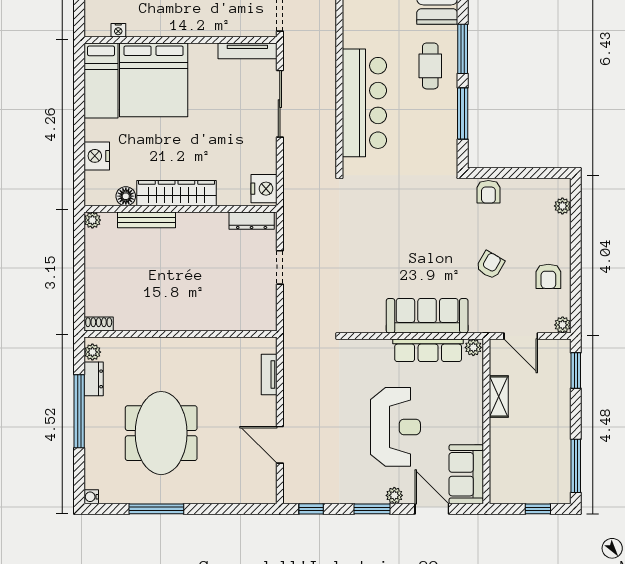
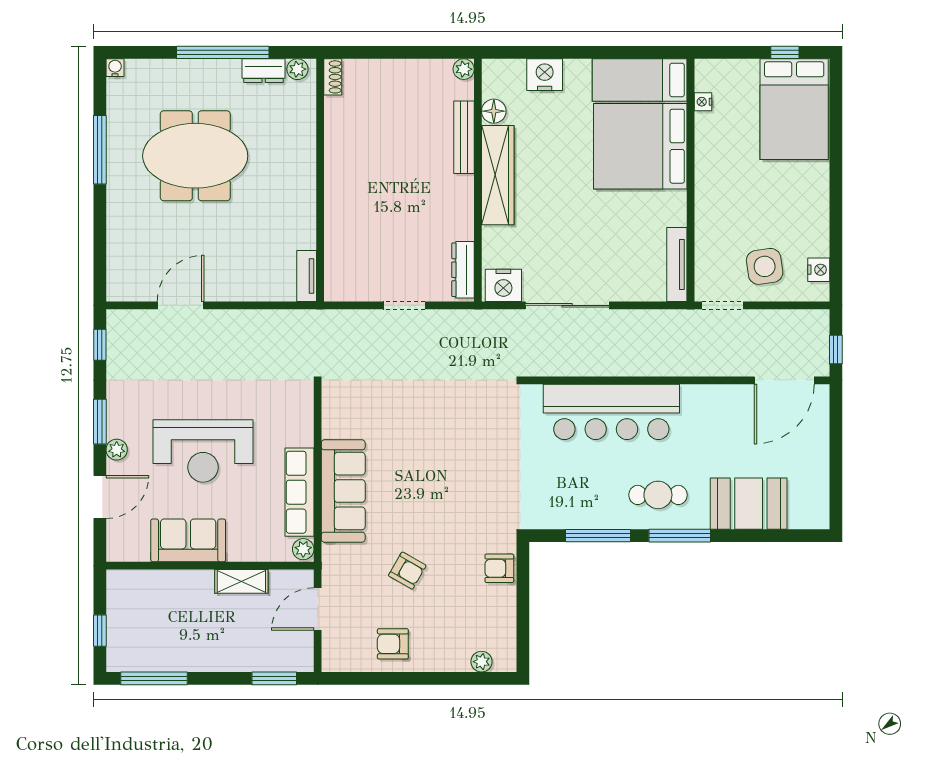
sliding door: (280, 104) -> (567, 305), moved
plant: (563, 325) -> (332, 662), removed
tv unit: (269, 374) -> (307, 276), moved, turned -90
sofa: (466, 474) -> (188, 540), moved

